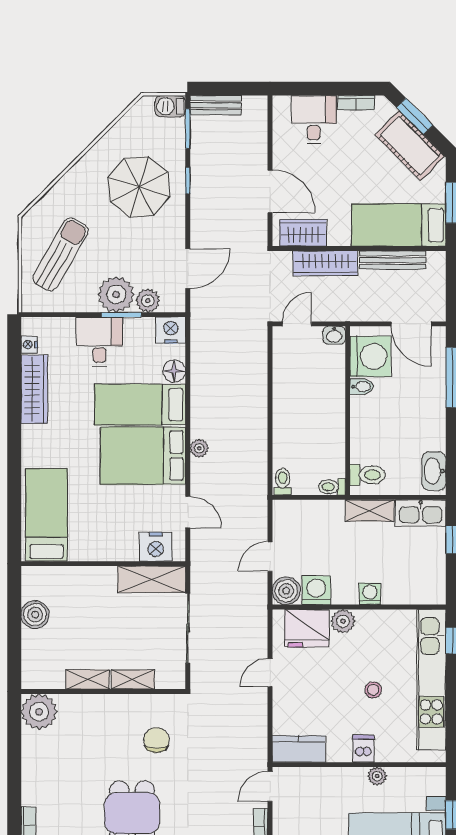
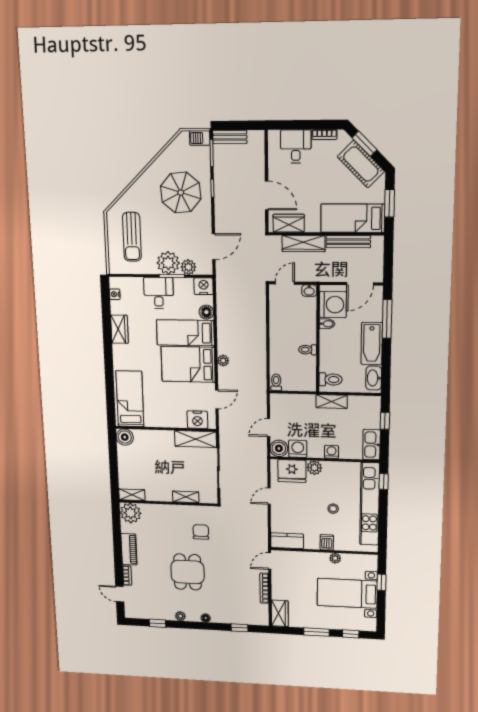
sun lounger: (60, 254) -> (132, 237), turned 150
door: (411, 324) -> (360, 284), hinge flipped
wardrobe: (34, 389) -> (119, 329), width x0.67
bathtub: (430, 416) -> (372, 344), added
toilet: (332, 487) -> (308, 350), moved
door: (188, 512) -> (217, 399), hinge flipped
kitchen sink: (421, 513) -> (372, 445), moved, turned 90
boiler: (35, 615) -> (125, 437), moved
shelving: (88, 679) -> (132, 495), moved
piano: (34, 777) -> (129, 549), added

